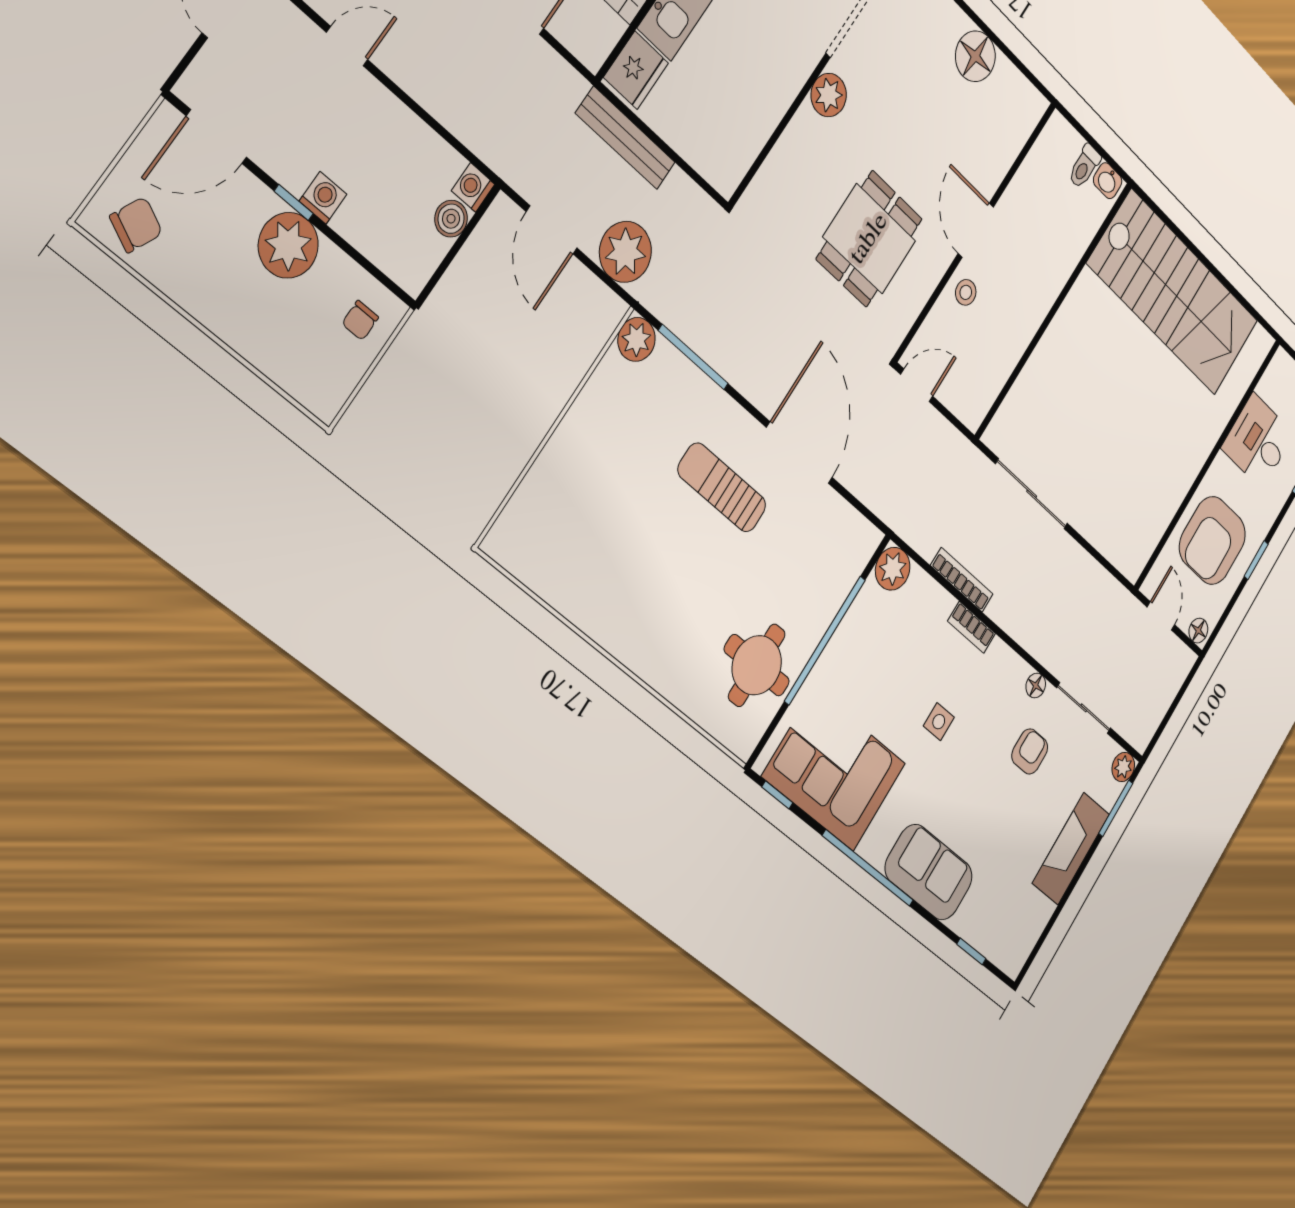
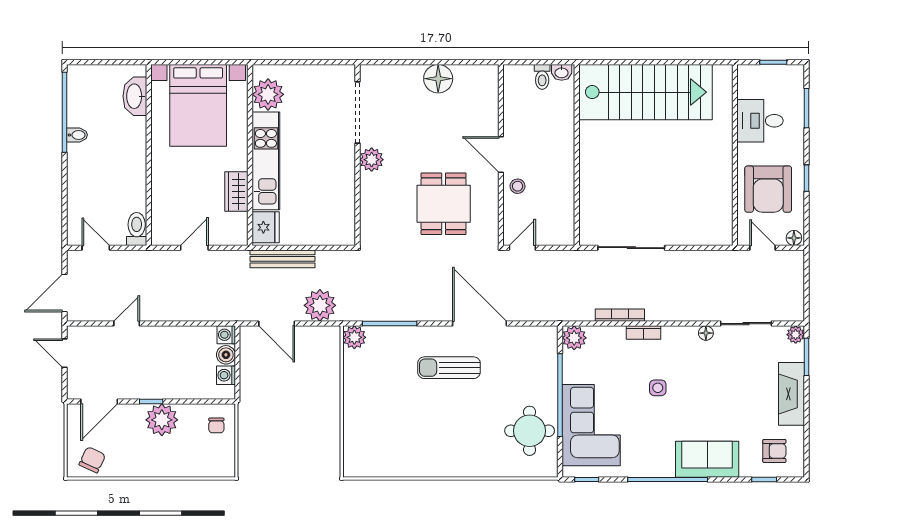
washing machine: (323, 198) -> (226, 375), moved, turned -90
armchair: (1030, 751) -> (774, 451), moved, turned 90
corner sofa: (834, 770) -> (591, 425), moved, turned 90

